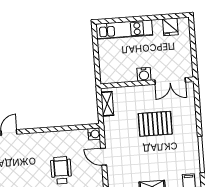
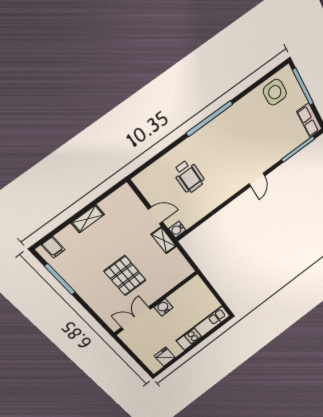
shelving: (107, 104) -> (164, 240), moved
pallet: (155, 124) -> (125, 276), turned 90

